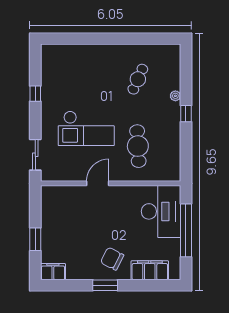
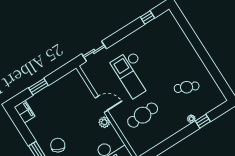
window: (35, 94) -> (147, 17), moved
window: (186, 114) -> (203, 121), moved
plant: (119, 192) -> (104, 122), added

